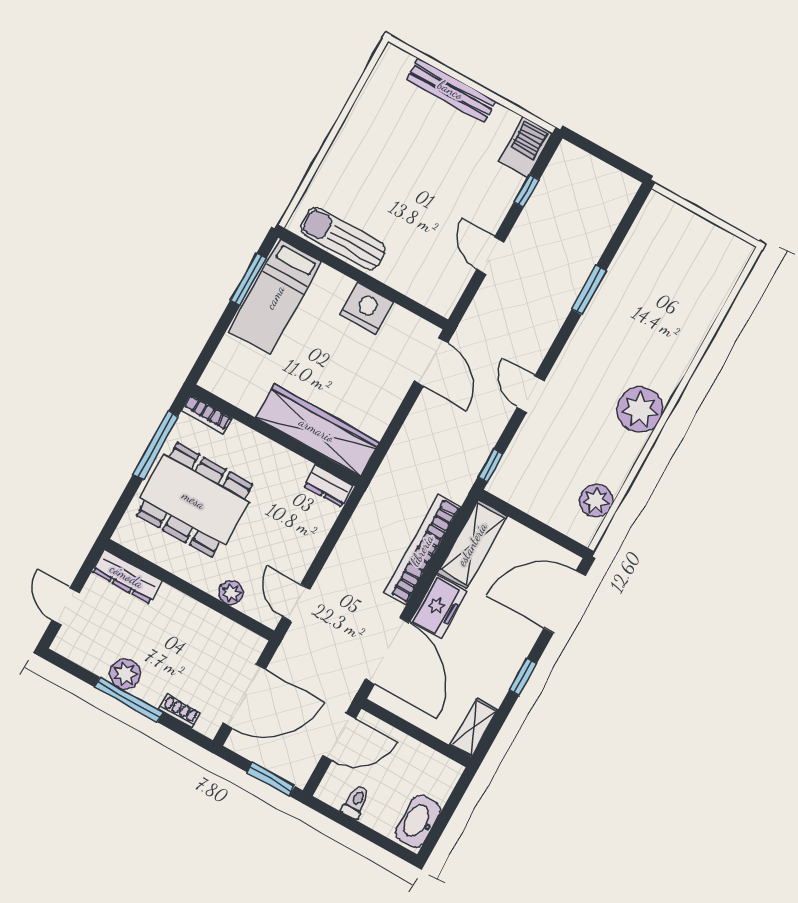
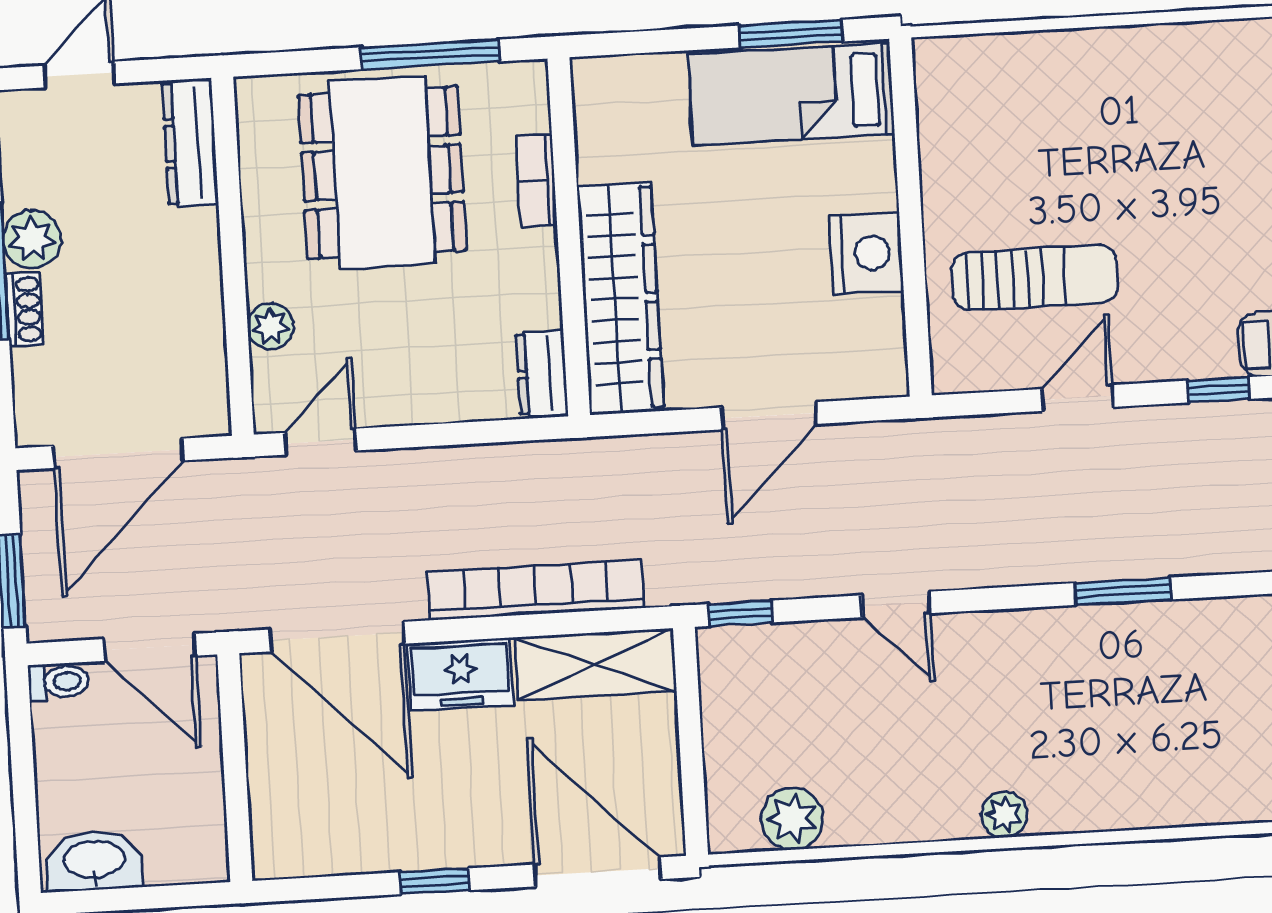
sun lounger: (343, 239) -> (1035, 278), moved, turned 90
door: (431, 362) -> (769, 416), moved
door: (531, 394) -> (896, 604), swing flipped
plant: (640, 410) -> (1004, 815), width x0.53, depth x0.53
bookcase: (207, 415) -> (536, 181), moved
door: (387, 651) -> (337, 637), hinge flipped
door: (244, 696) -> (118, 453), hinge flipped
shoe rack: (180, 711) -> (25, 309), moved
shelving: (474, 728) -> (302, 855), removed
toilet: (356, 802) -> (59, 682), moved

